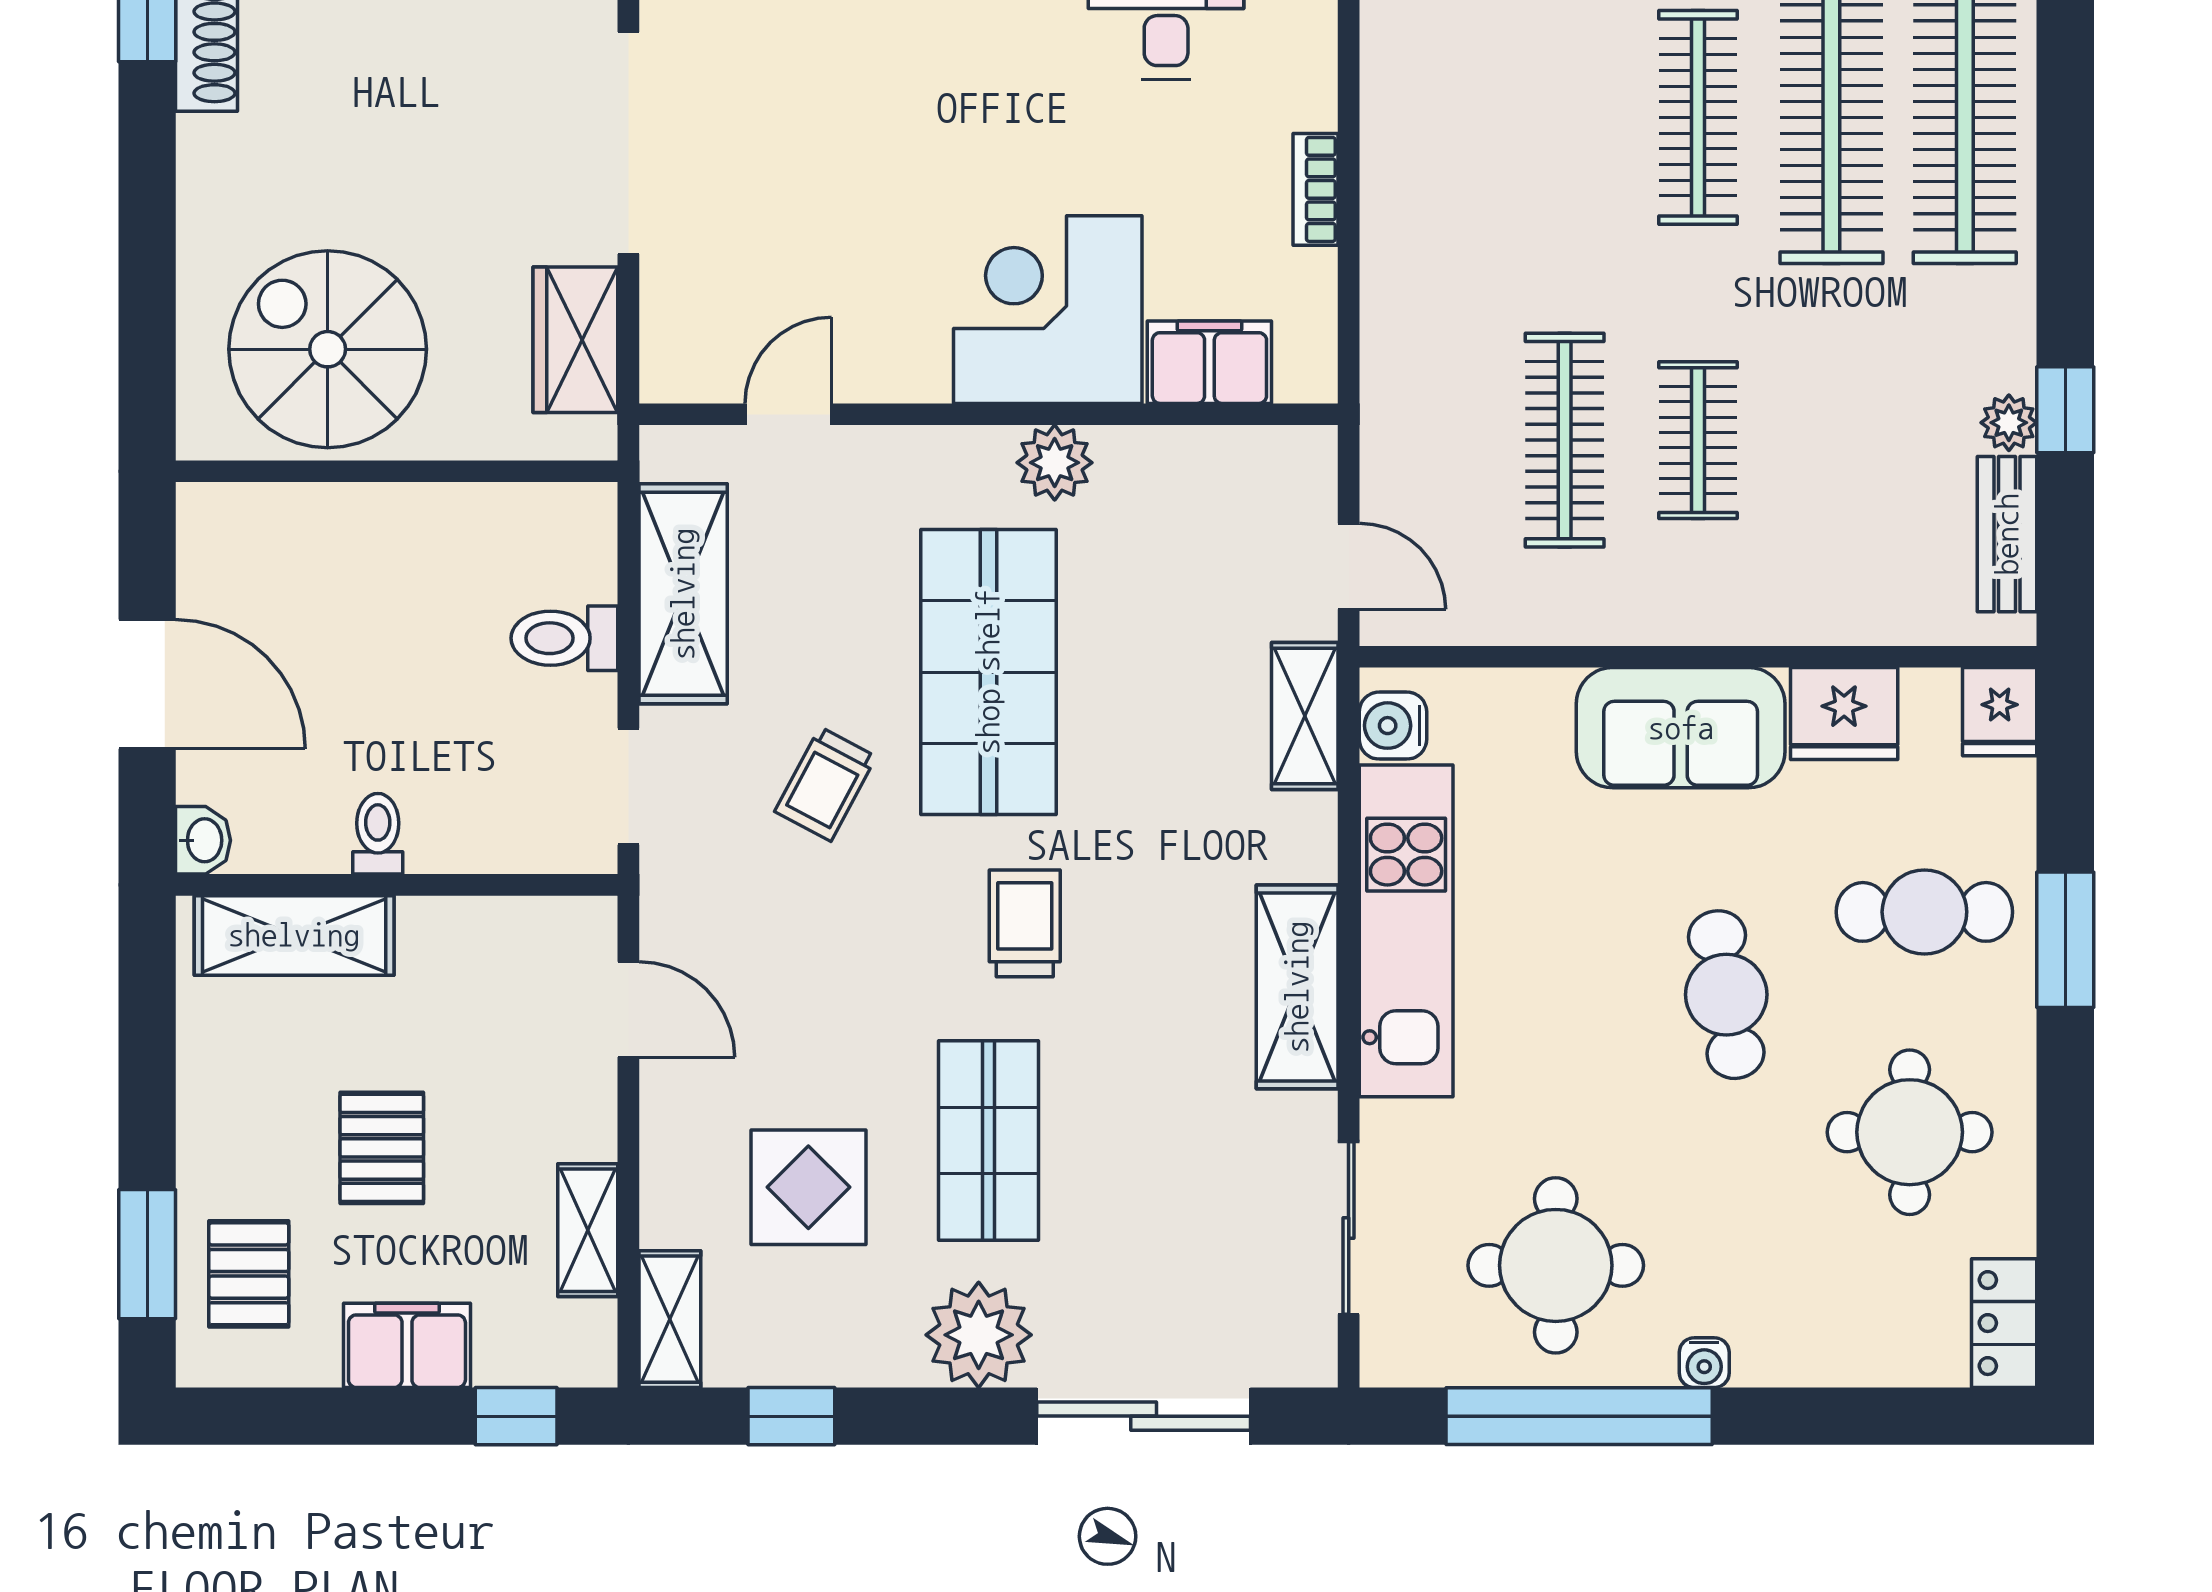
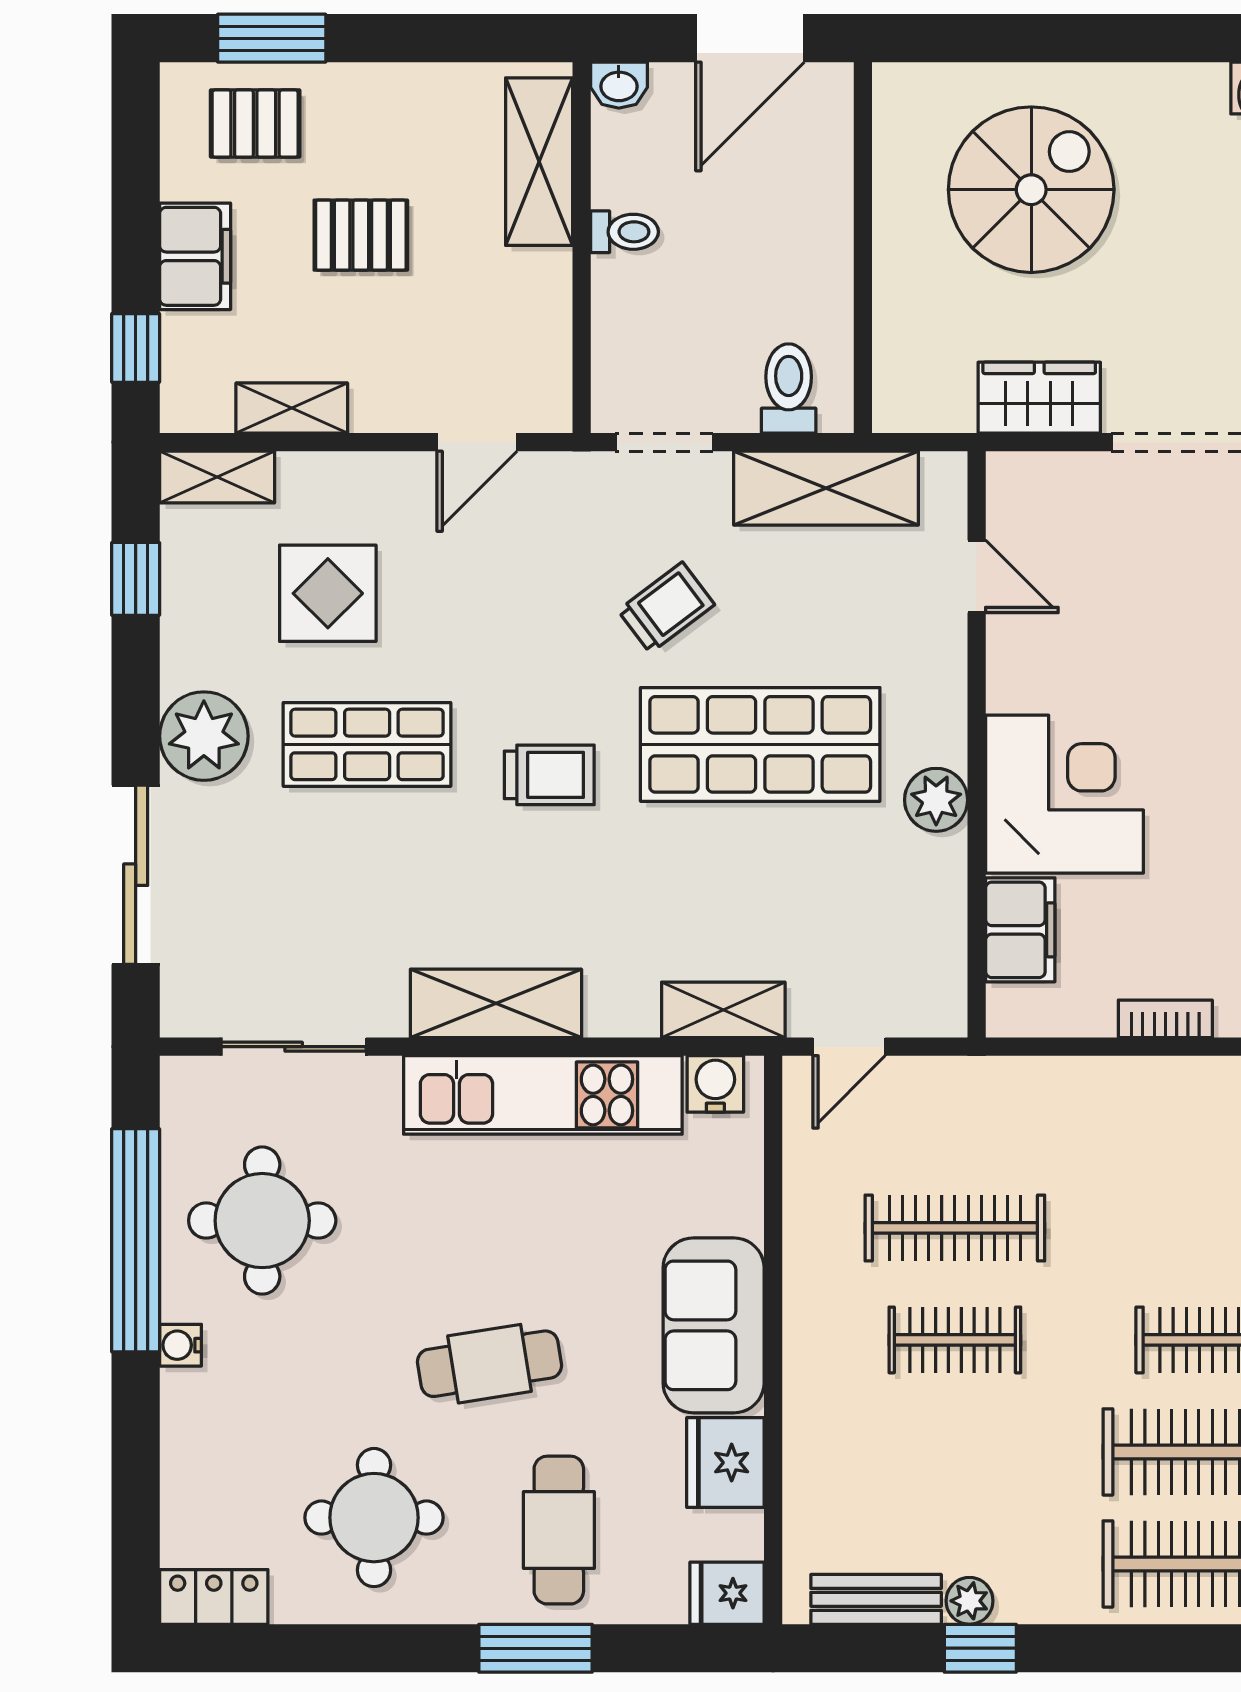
wall: (397, 471) -> (863, 248), moved
trolley: (825, 784) -> (666, 608), turned 115

